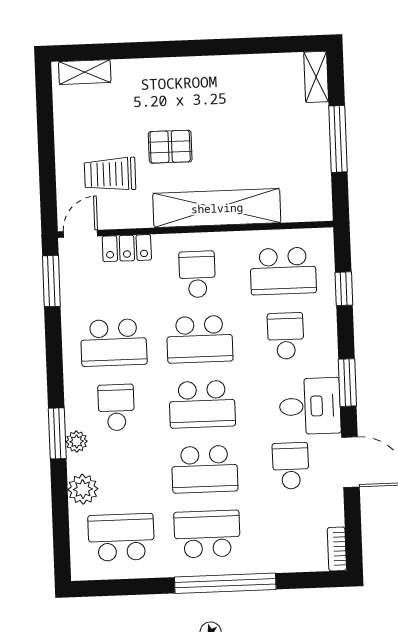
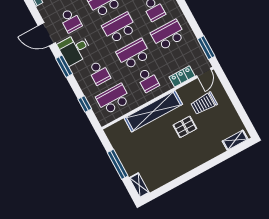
trolley: (110, 174) -> (204, 103), turned 180

